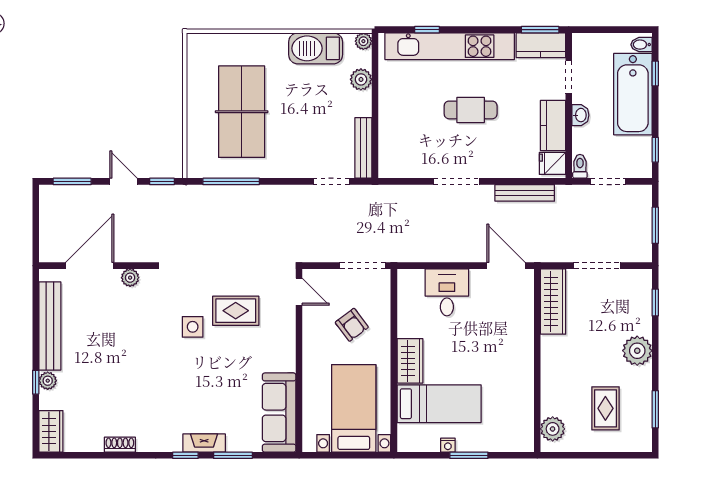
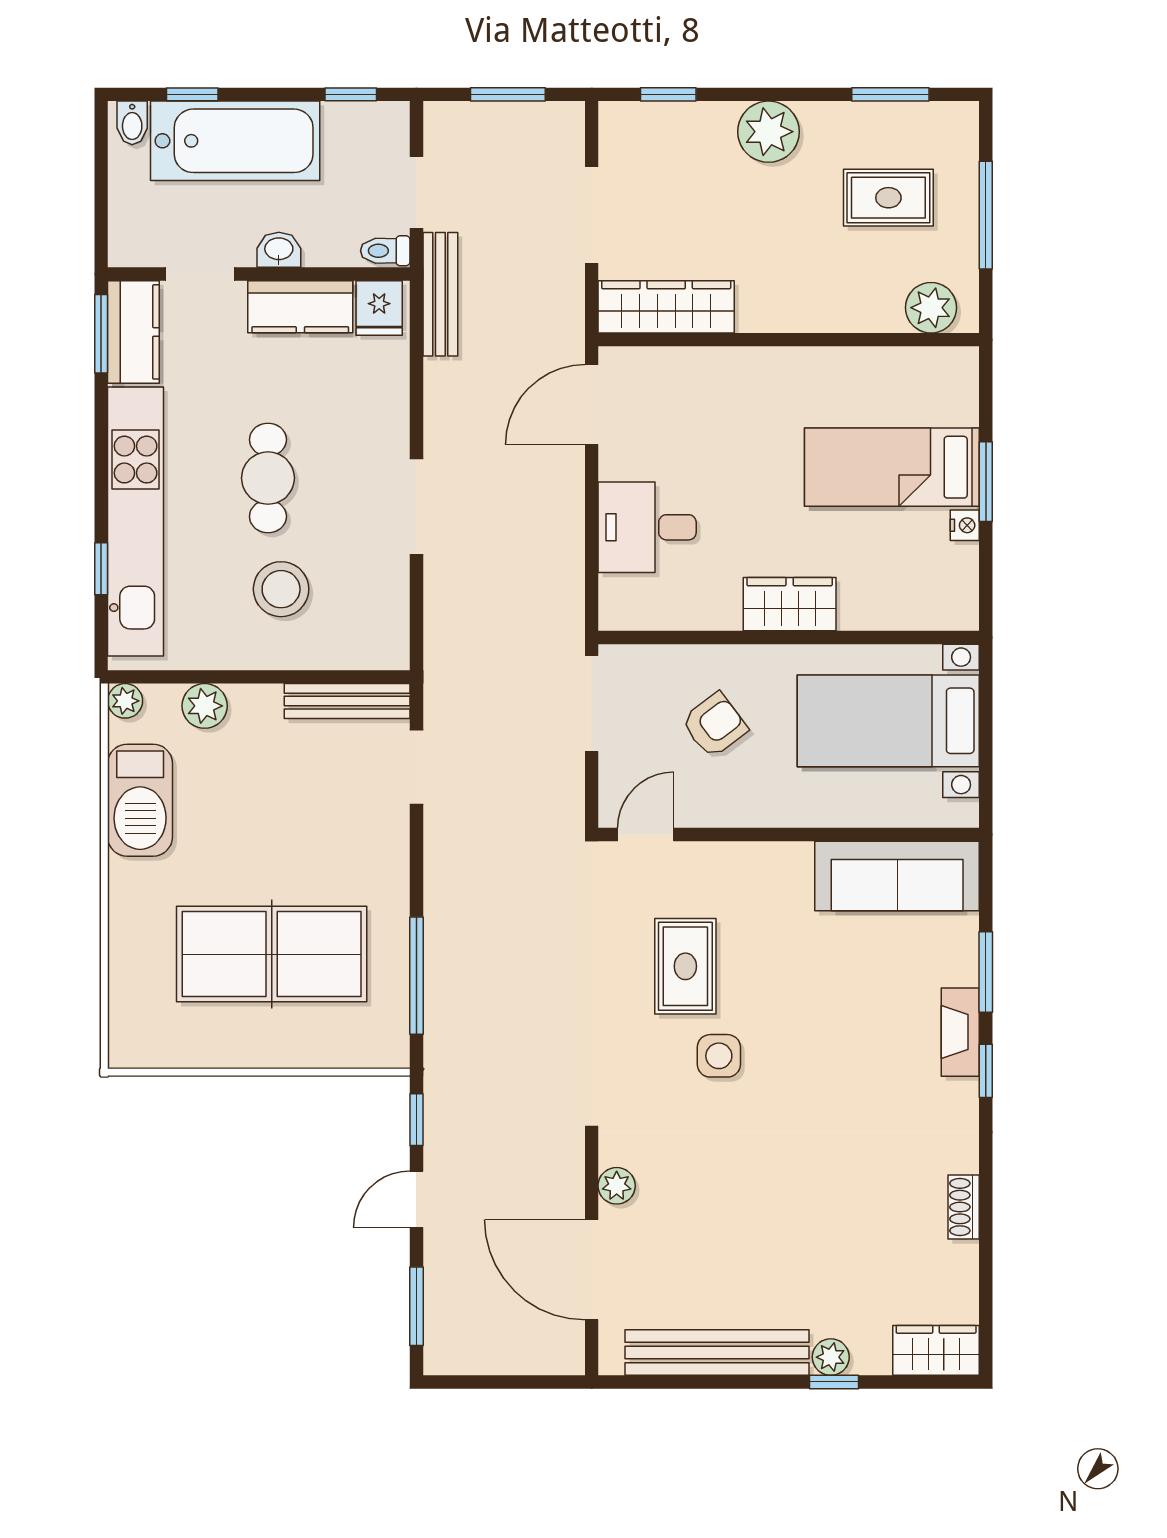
stool: (417, 116) -> (281, 589), added
bench: (525, 193) -> (440, 294), moved
bed: (439, 404) -> (892, 467), moved, turned -90
window: (597, 455) -> (986, 215), added

